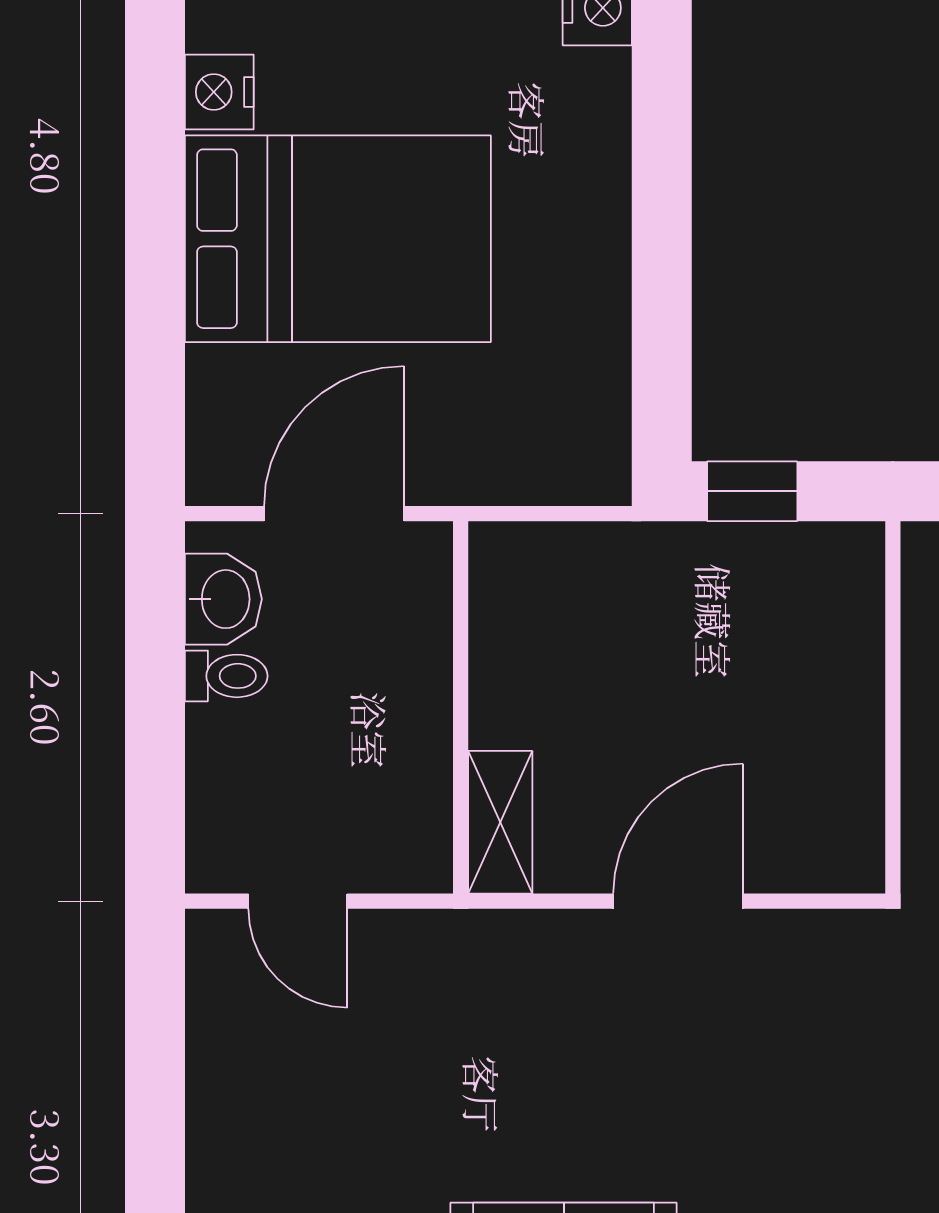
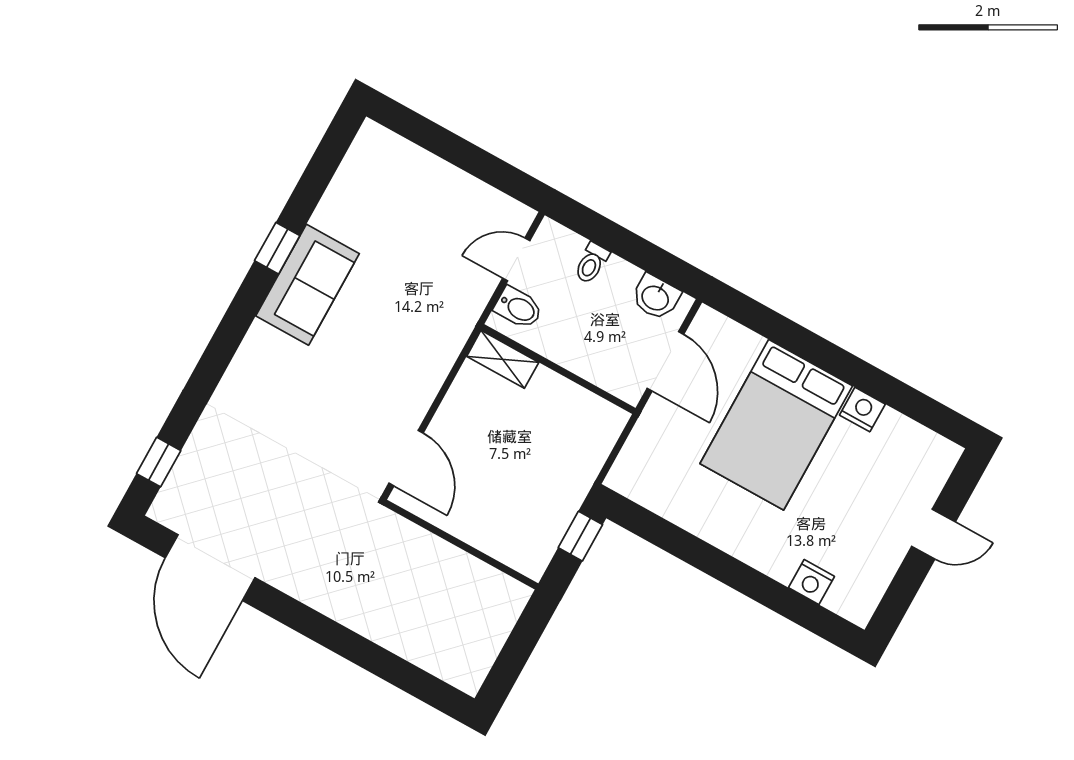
toilet: (226, 676) -> (592, 263), moved
bidet: (387, 846) -> (518, 308), added
door: (678, 901) -> (406, 458), moved

